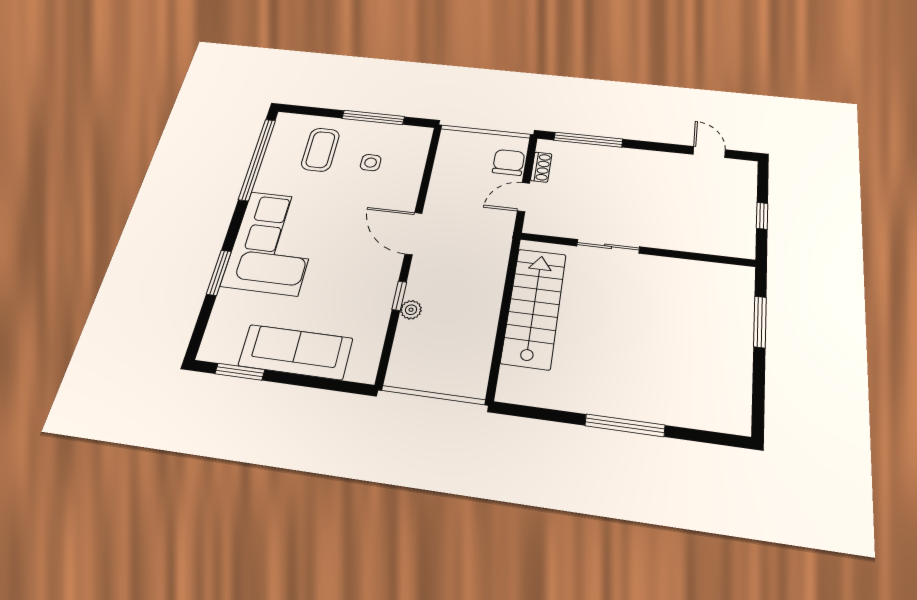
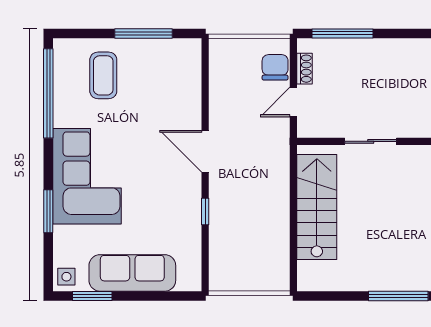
side table: (371, 163) -> (66, 277), moved
plant: (411, 310) -> (217, 223), removed

